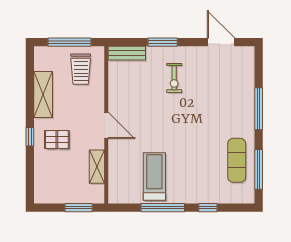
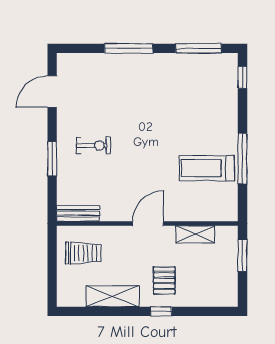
window: (70, 42) -> (52, 266), removed
bench: (127, 53) -> (78, 213), moved, turned 90
exercise mat: (237, 160) -> (188, 74), removed
window: (208, 208) -> (242, 77), moved

